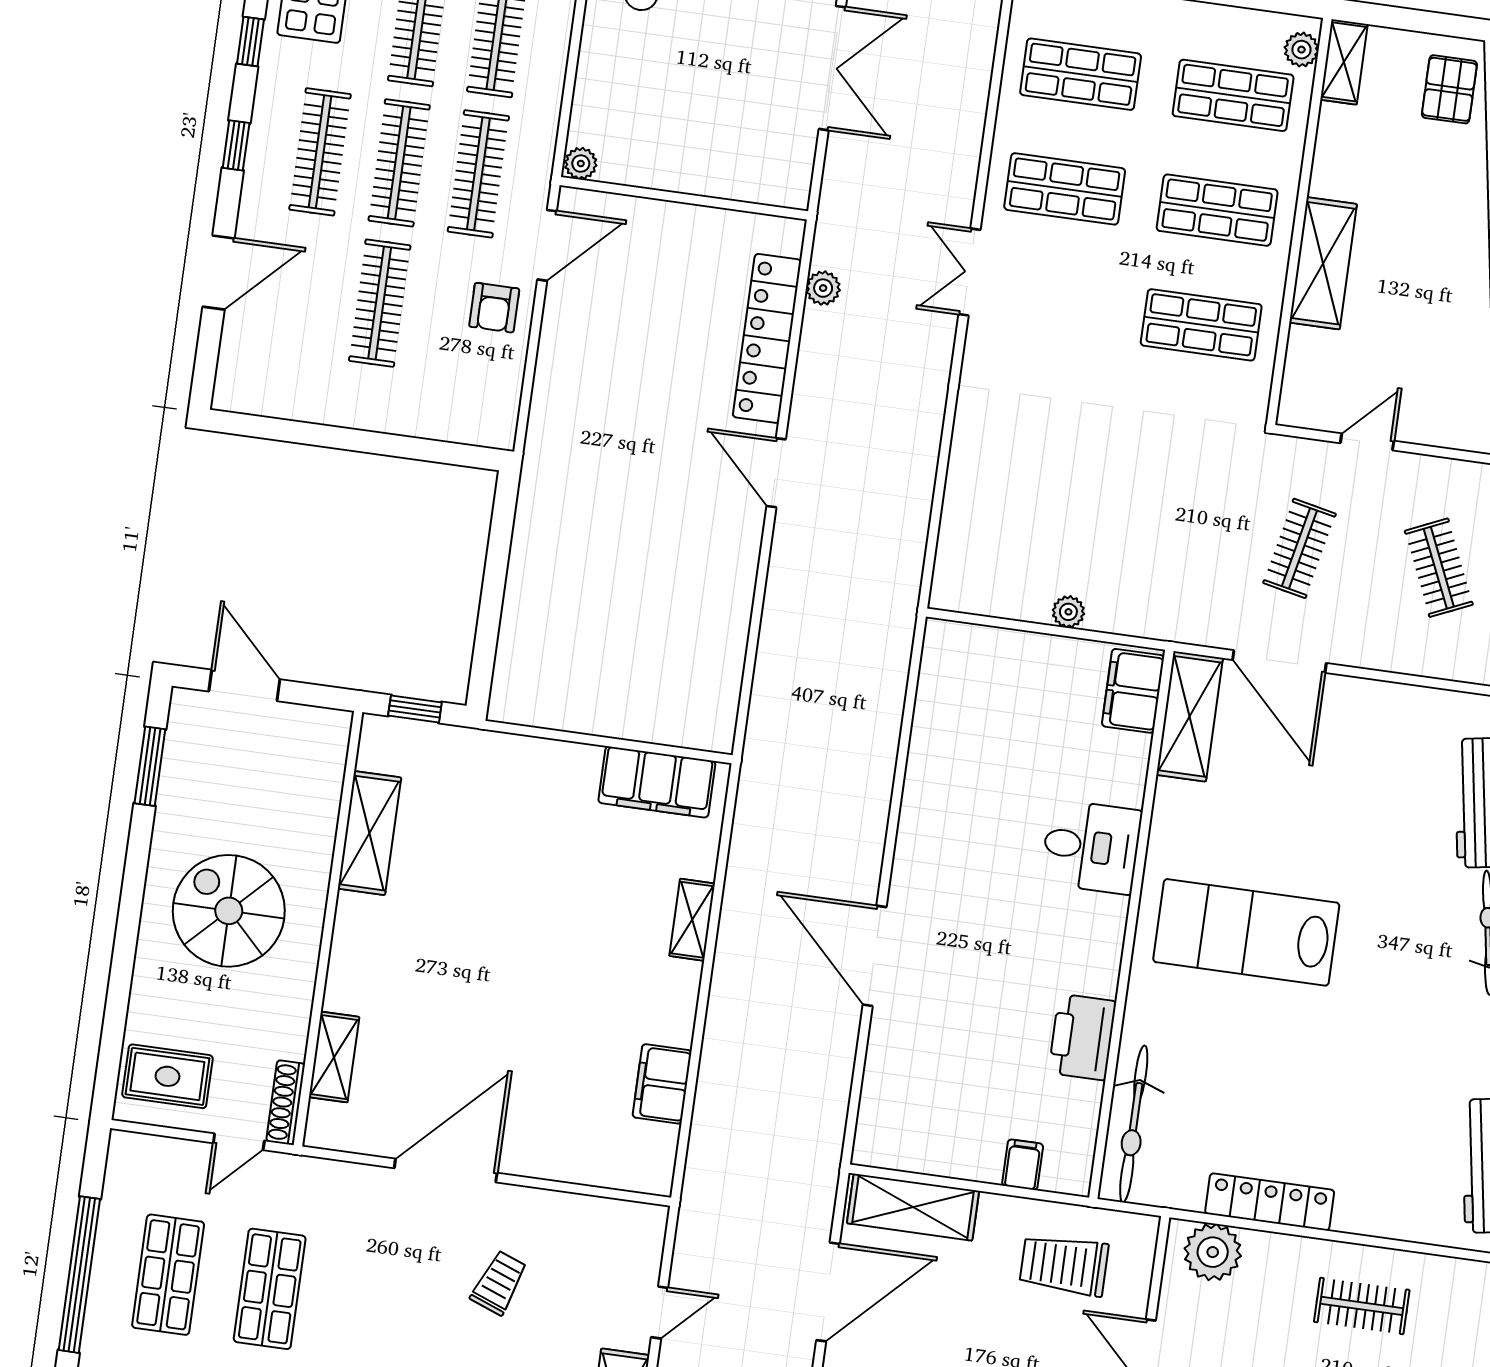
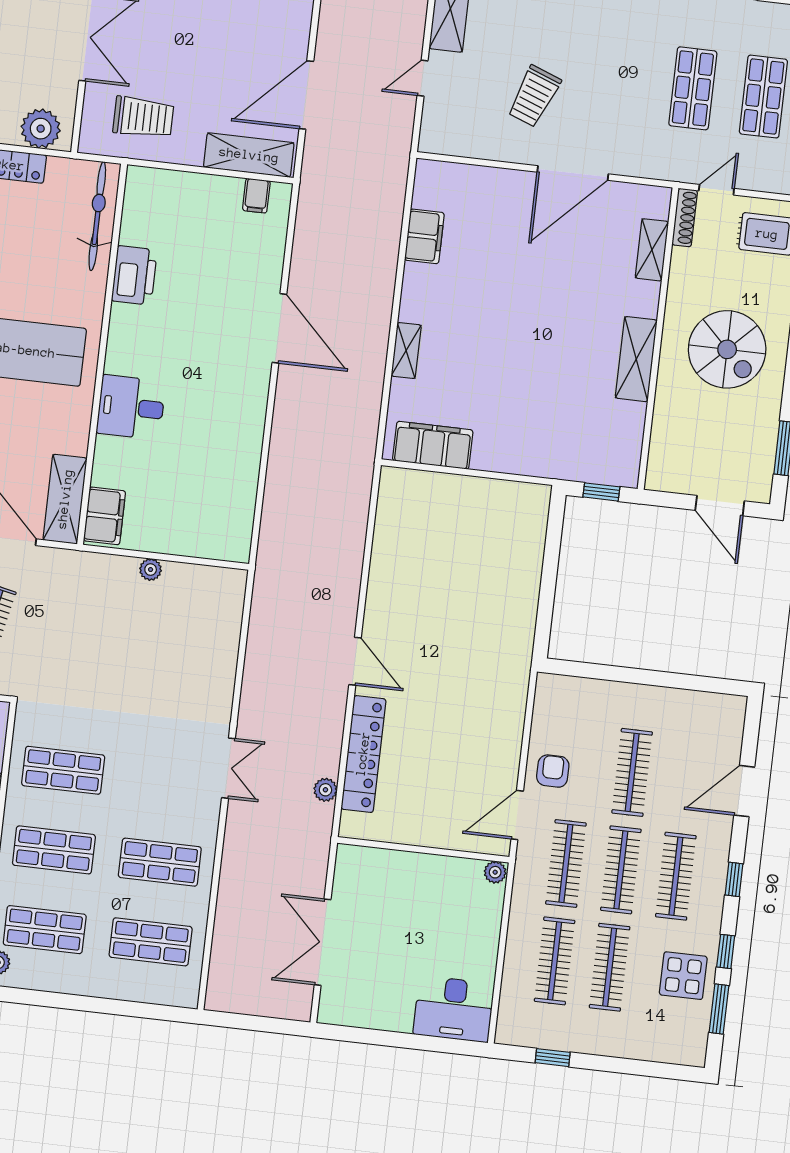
double door: (969, 272) -> (228, 768), moved
shelving: (369, 833) -> (636, 359), moved
filing cabinet: (1023, 1165) -> (256, 196), moved
trolley: (499, 1283) -> (534, 96), width x1.36, depth x1.39

